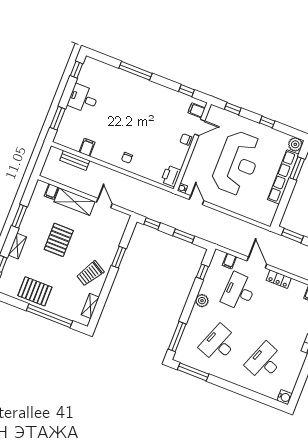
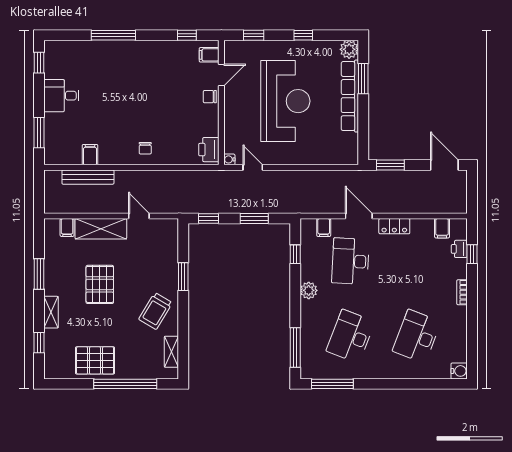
bench: (75, 160) -> (88, 177), width x1.36

